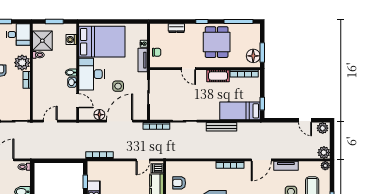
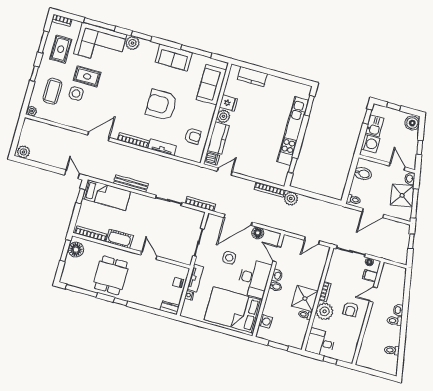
dresser: (176, 28) -> (170, 308), moved
shower: (42, 41) -> (305, 298), moved
door: (305, 120) -> (72, 174), moved
plant: (324, 153) -> (291, 199), moved
tv unit: (286, 166) -> (162, 147), moved

